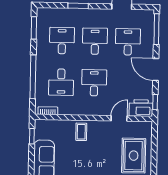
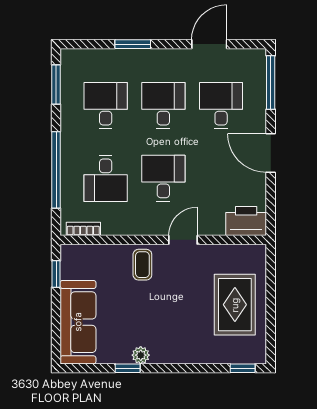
window: (155, 102) -> (271, 210), removed
door: (119, 118) -> (183, 240), moved

